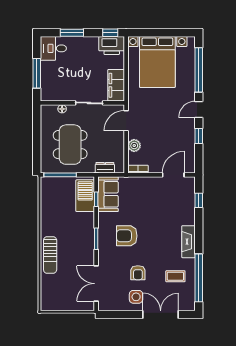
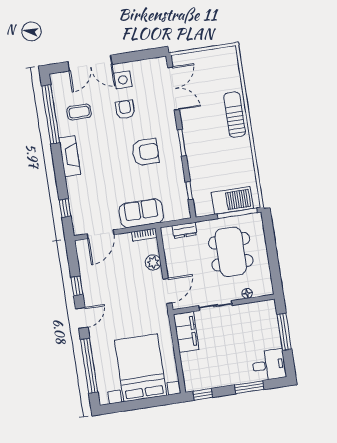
printer: (112, 45) -> (199, 379), removed
sofa: (108, 194) -> (141, 213), moved, turned 90
barbecue: (85, 196) -> (232, 200), moved, turned -90

